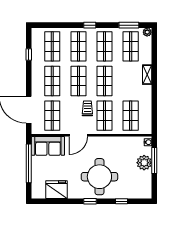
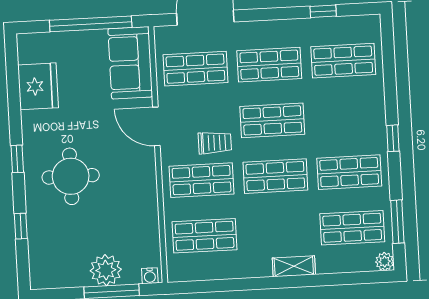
shop shelf: (78, 46) -> (346, 116), removed
round table: (99, 177) -> (71, 176), width x0.73, depth x0.73

